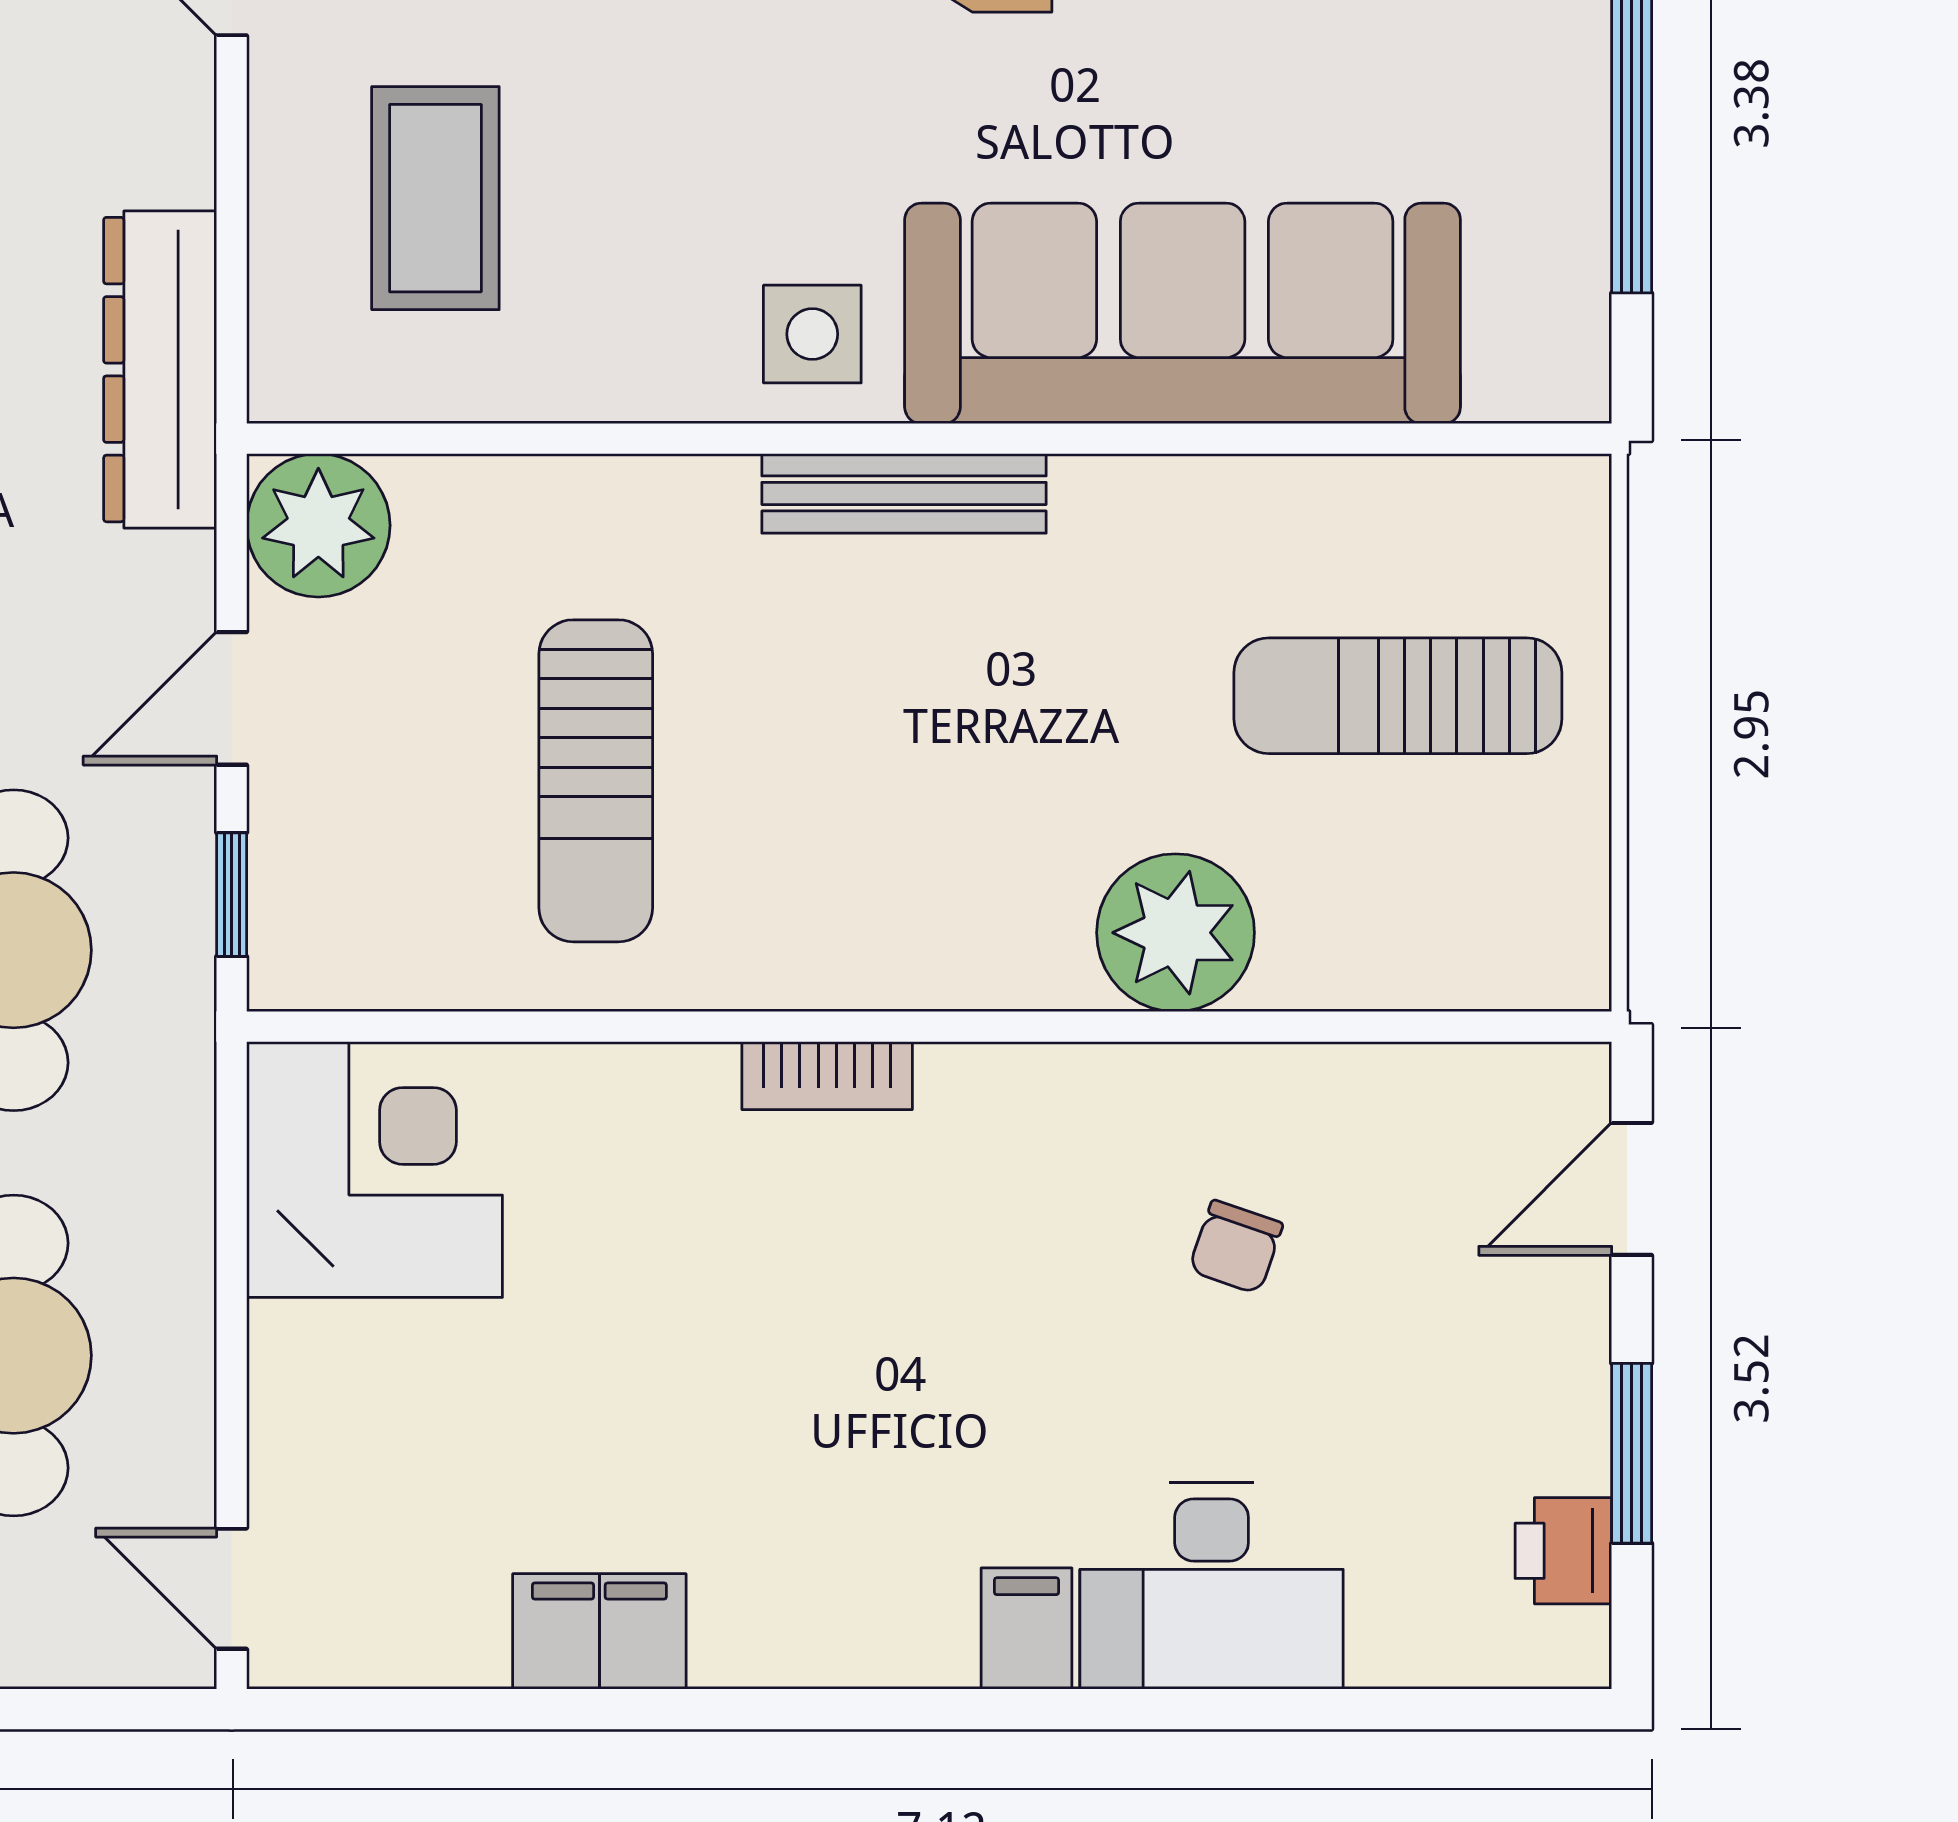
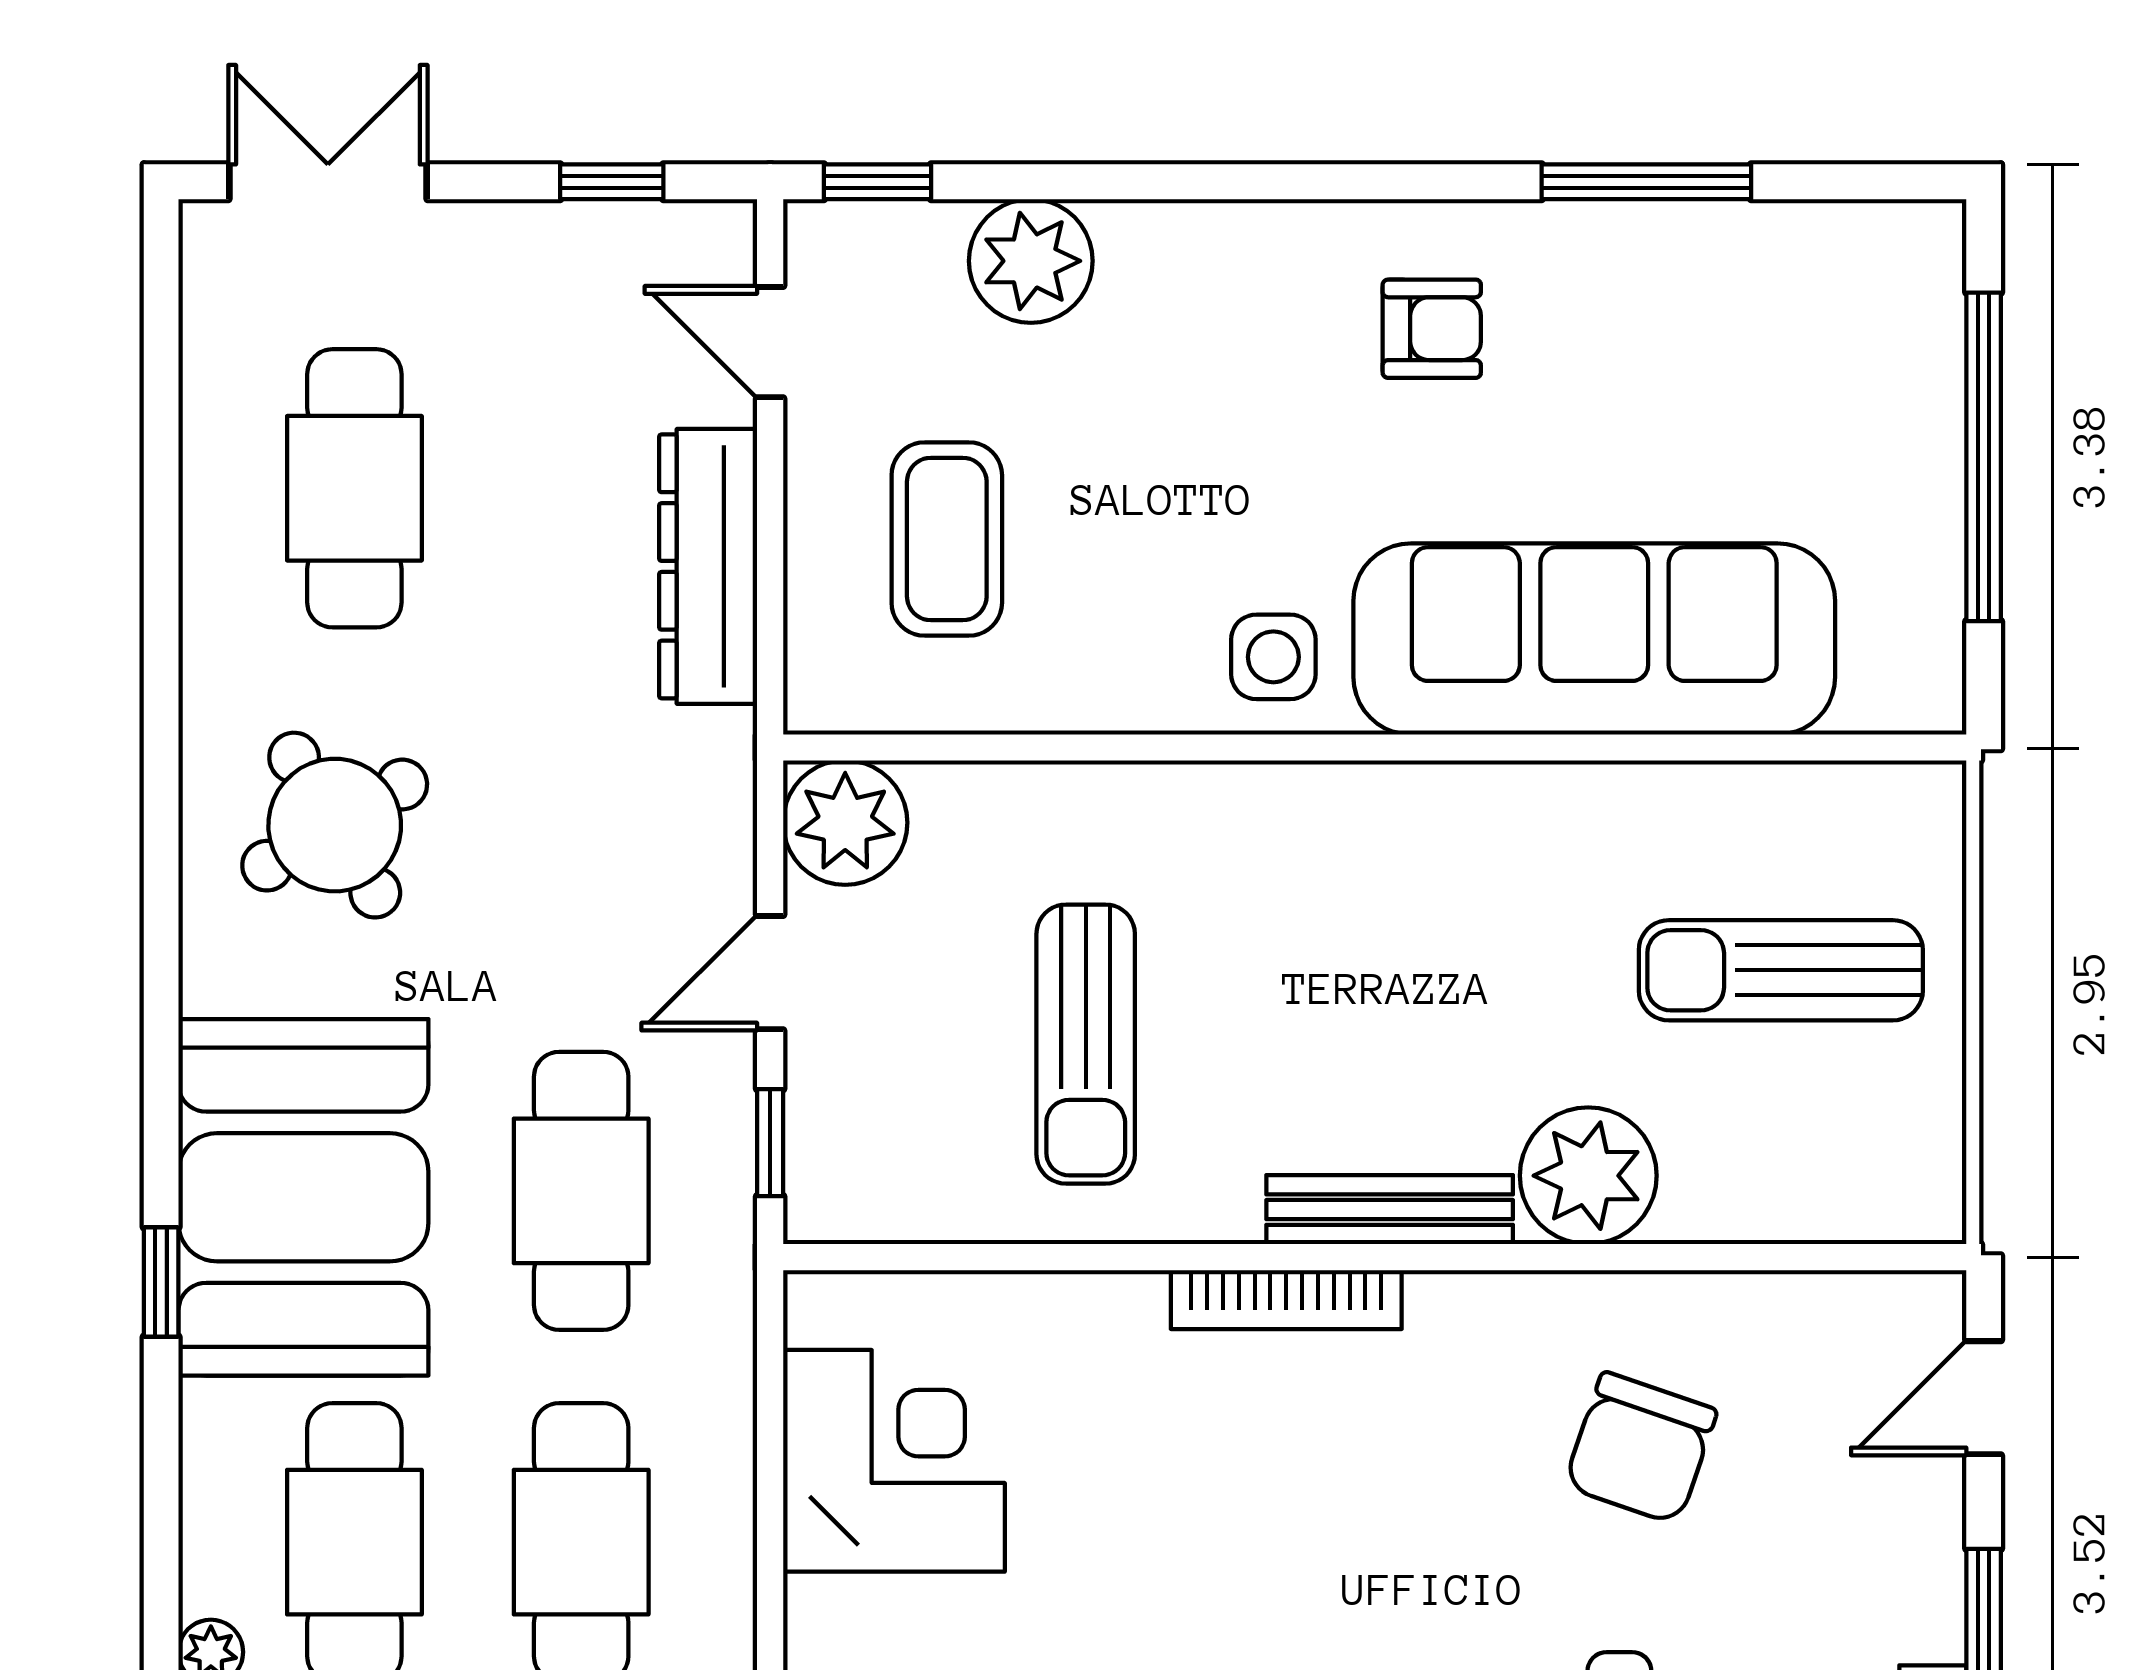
dresser: (160, 370) -> (708, 566), moved
bench: (904, 493) -> (1390, 1210), moved
bookcase: (827, 1076) -> (1286, 1300), width x1.56
corner desk: (374, 1169) -> (894, 1461), moved
chair: (1236, 1247) -> (1640, 1448), width x1.87, depth x1.87

